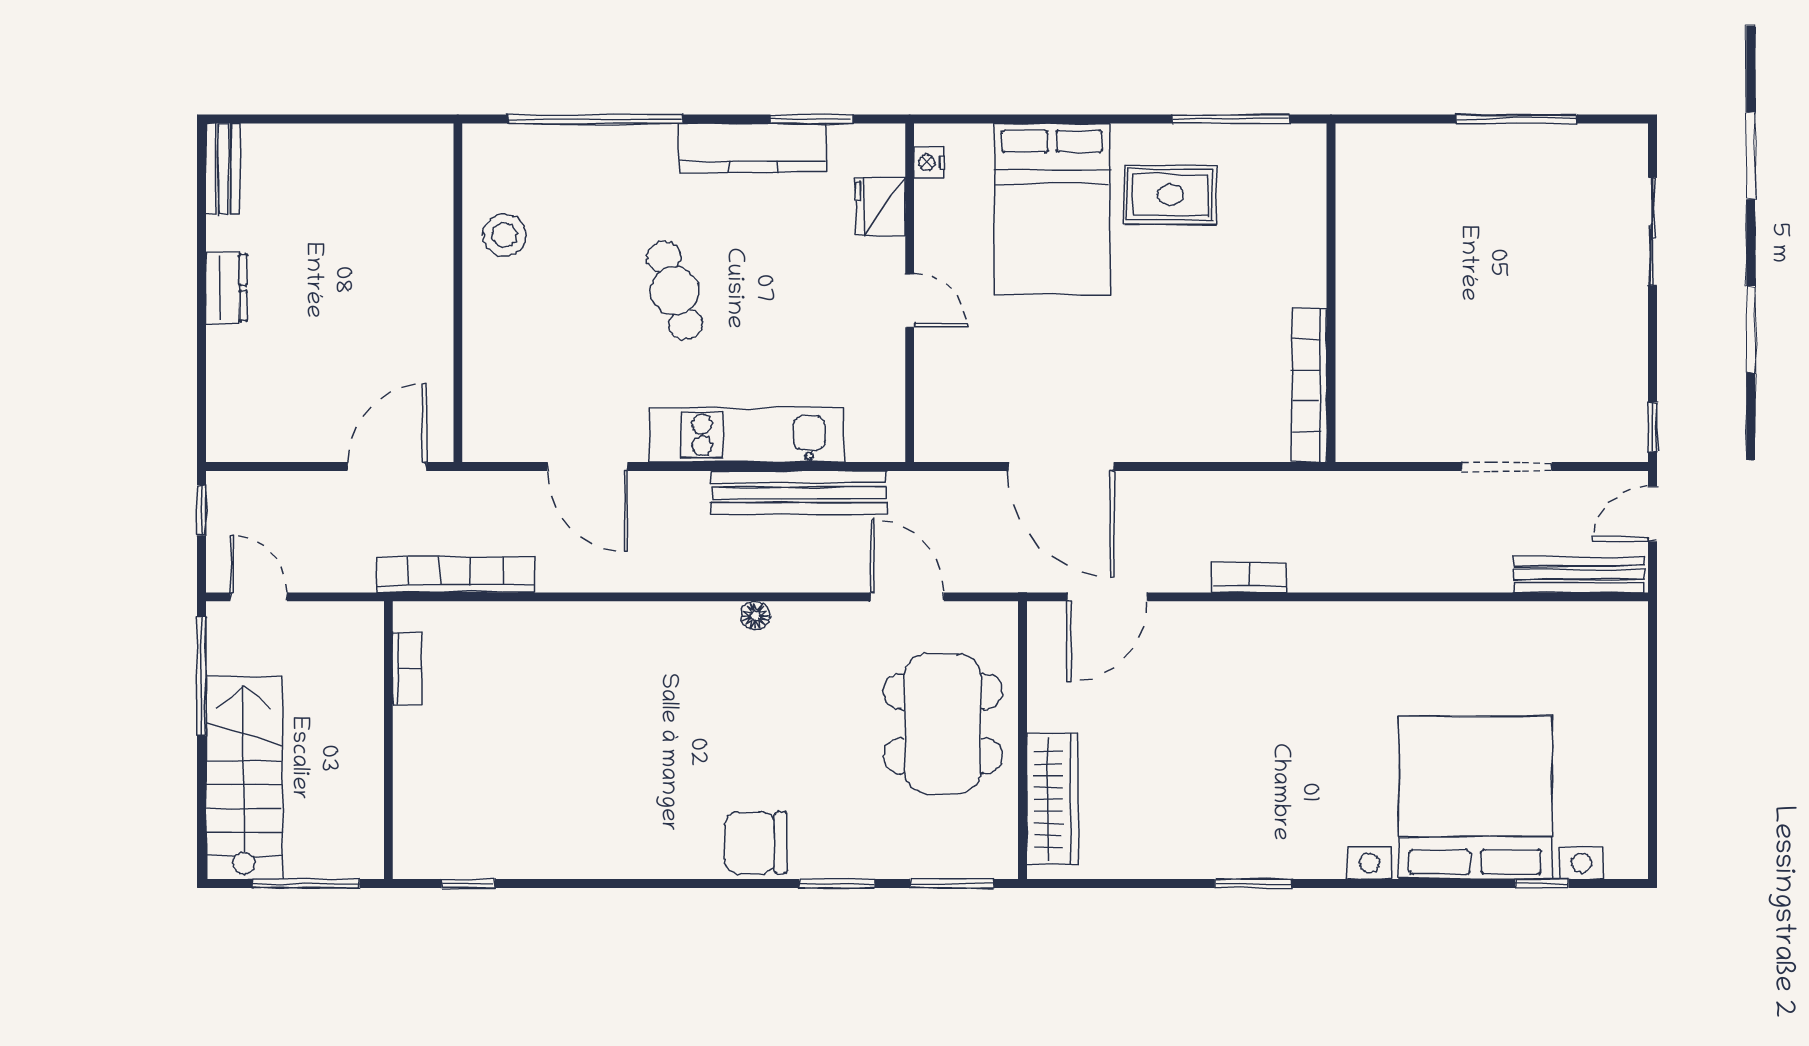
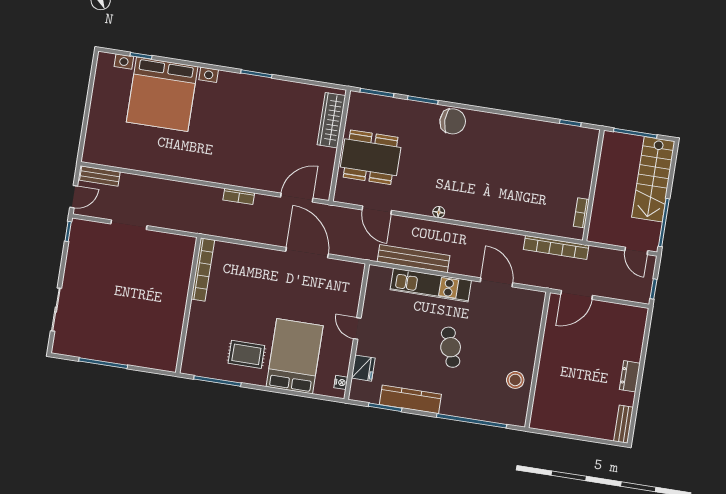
bench: (1579, 574) -> (100, 176), width x0.73
dining table: (943, 724) -> (371, 157), turned 90

